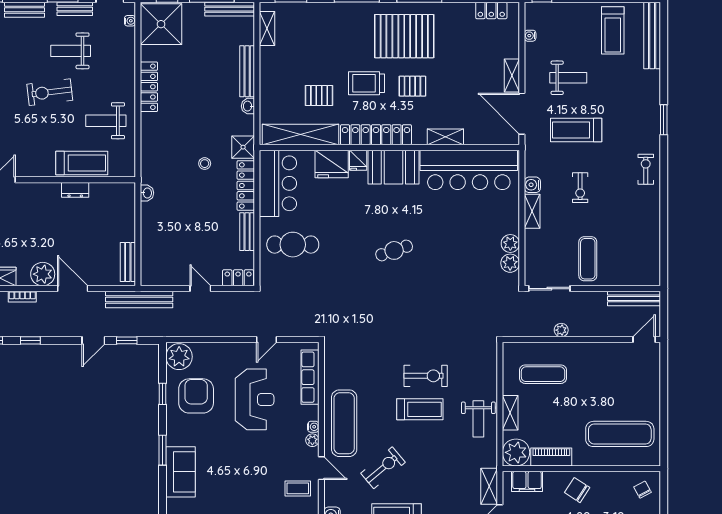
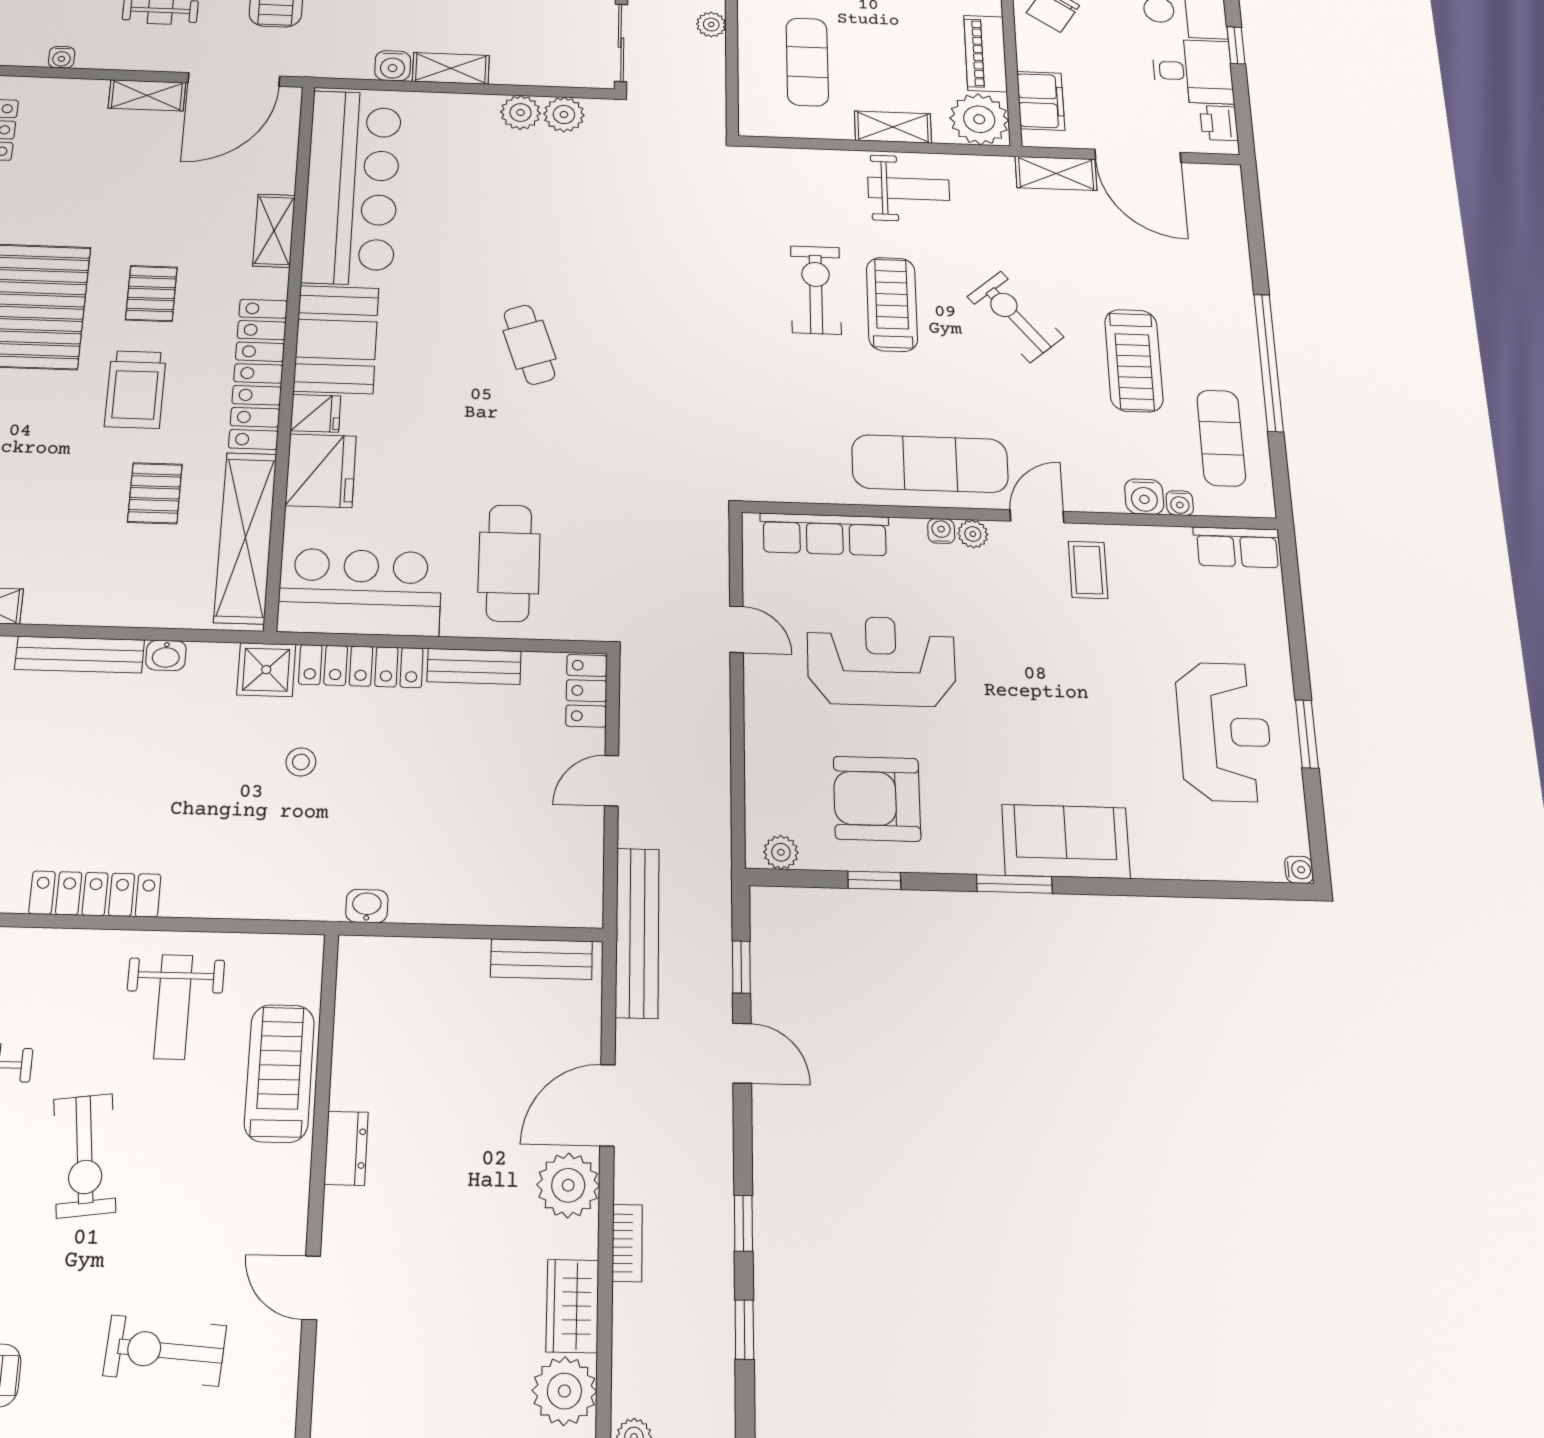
dresser: (75, 190) -> (346, 1148), moved
plant: (179, 357) -> (781, 852), width x0.53, depth x0.53
exercise bike: (383, 468) -> (1015, 317), moved

